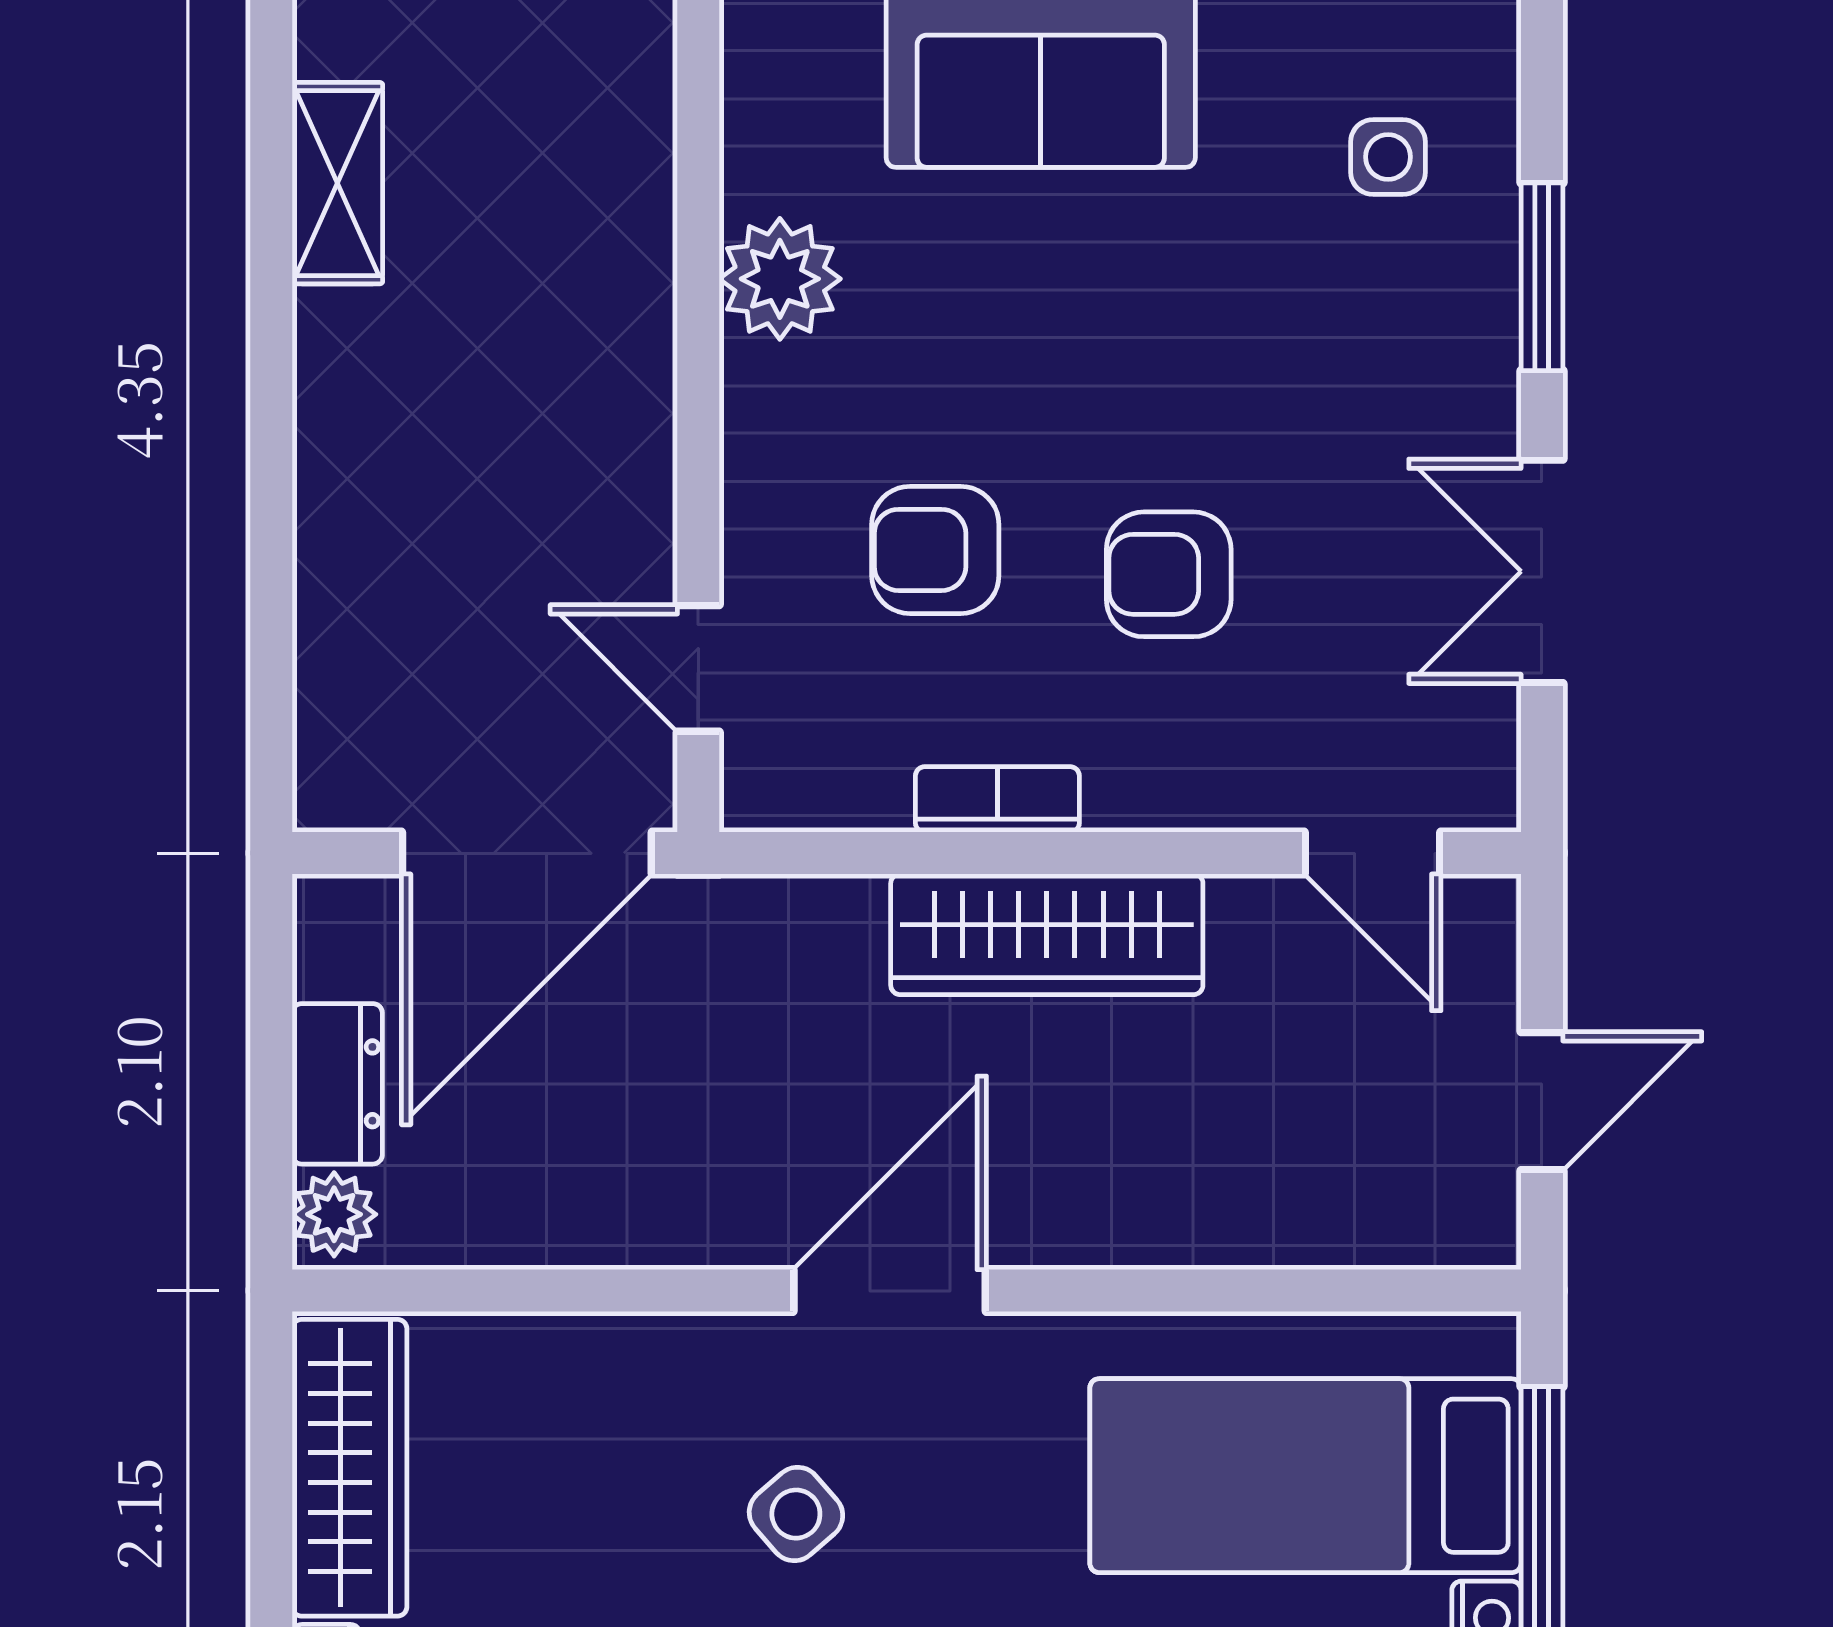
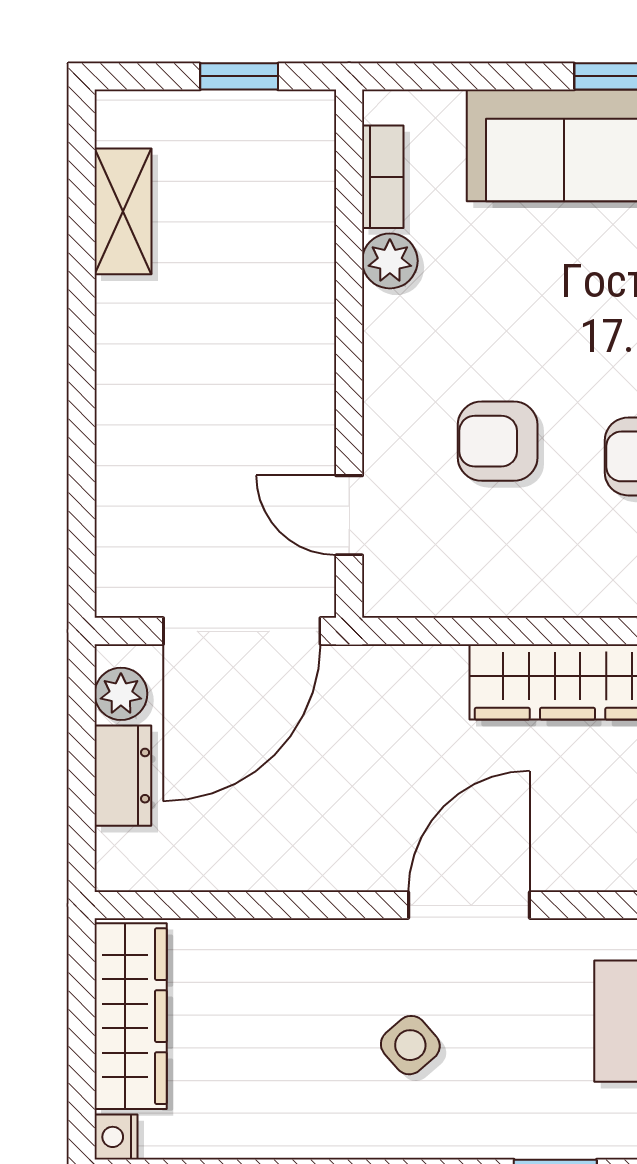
plant: (780, 279) -> (390, 261), width x0.73, depth x0.73
bookcase: (997, 799) -> (383, 177), moved, turned 90
plant: (334, 1214) -> (121, 694), moved

